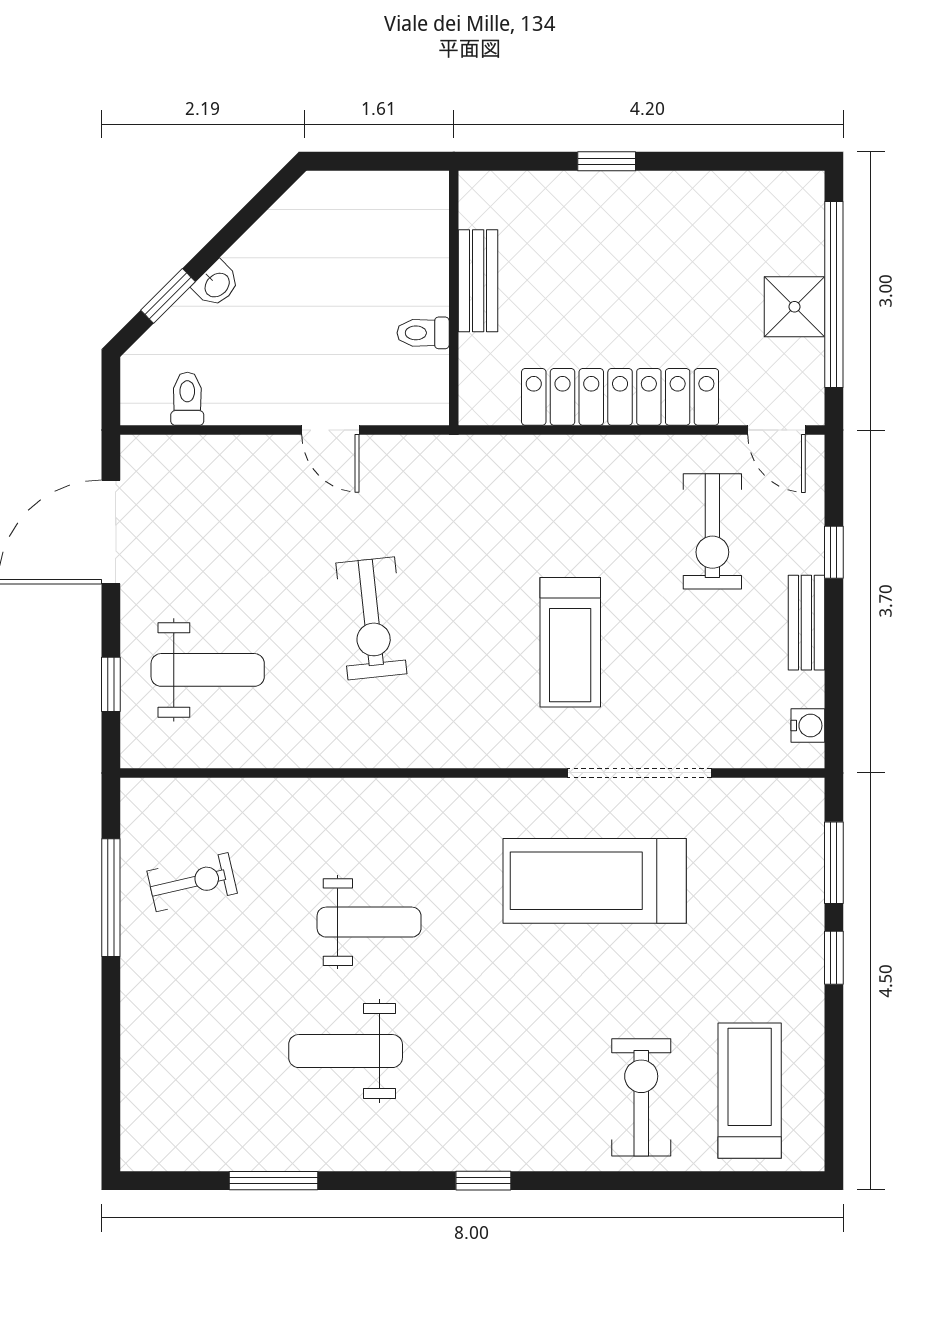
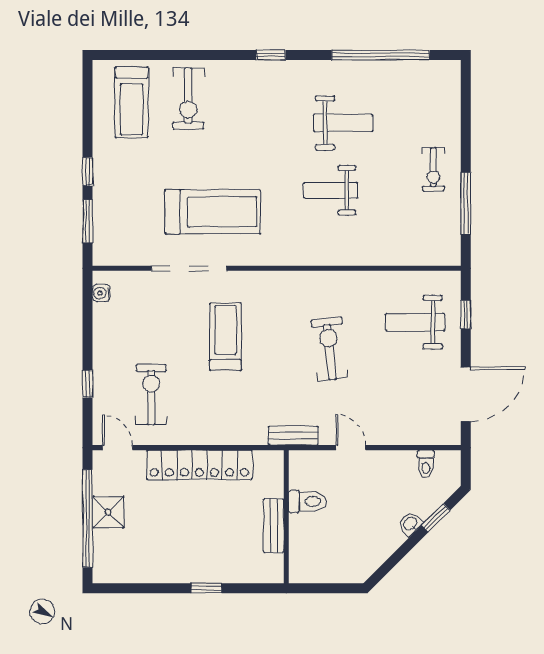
toilet: (423, 333) -> (308, 502), width x1.37, depth x1.39
bench: (806, 623) -> (293, 436), moved, turned 90
exercise bike: (192, 882) -> (433, 169), moved, turned -77
window: (274, 1181) -> (381, 55), width x2.11

